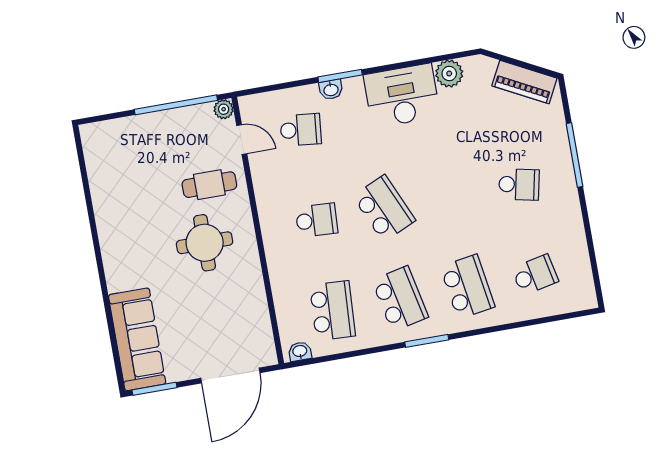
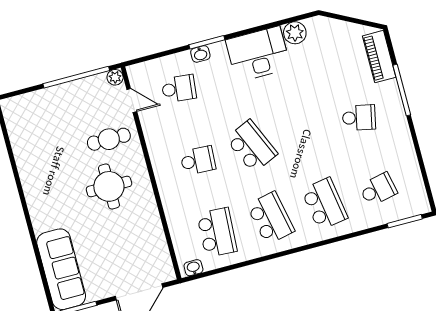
piano: (524, 82) -> (379, 57), moved, turned 63
window: (427, 341) -> (405, 221), moved

